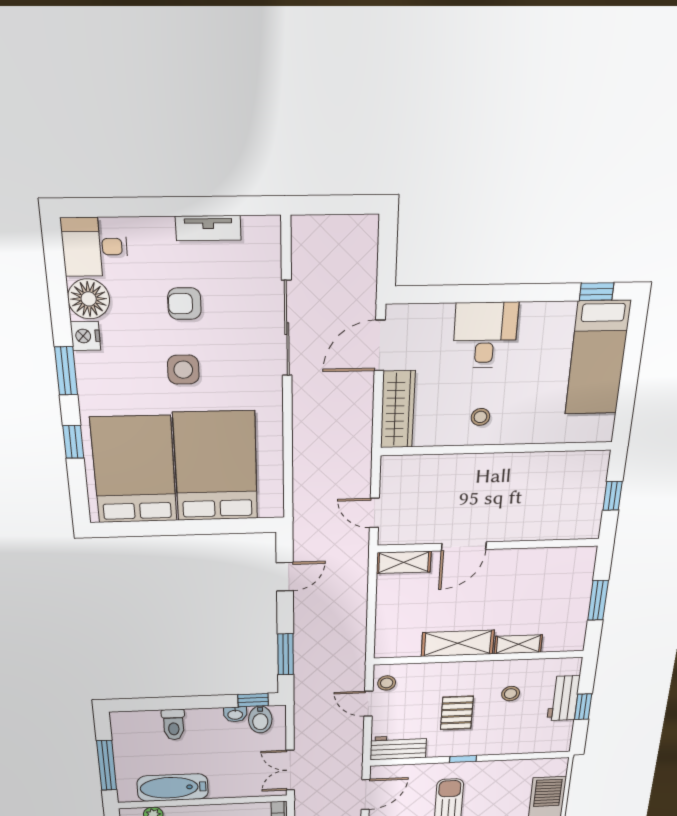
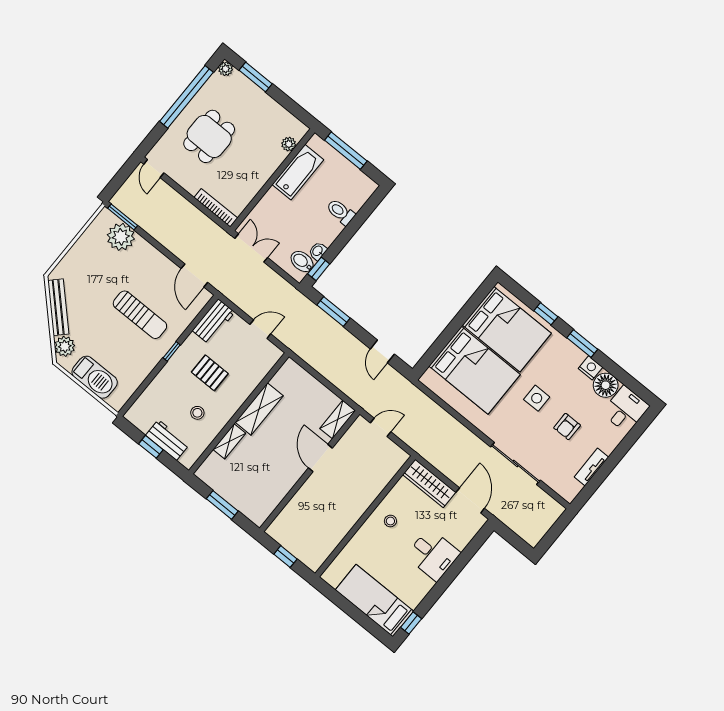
armchair: (184, 304) -> (567, 427), turned 180
stool: (387, 683) -> (266, 350), removed

